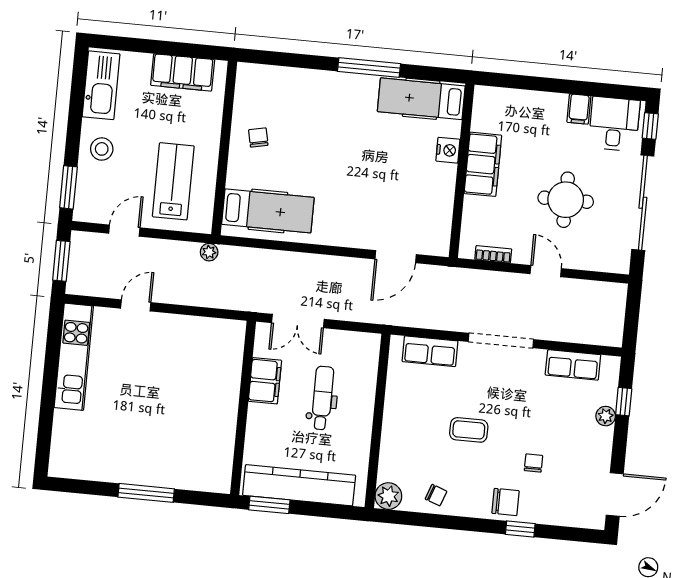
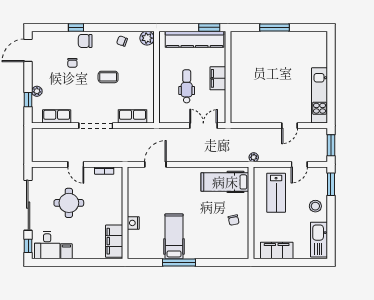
hospital bed: (421, 99) -> (174, 236), moved, turned -90
filing cabinet: (483, 164) -> (114, 241), moved
filing cabinet: (265, 381) -> (218, 78), moved
dental chair: (322, 398) -> (187, 86), turned 180

